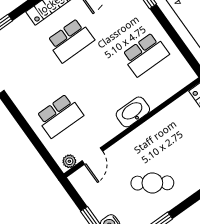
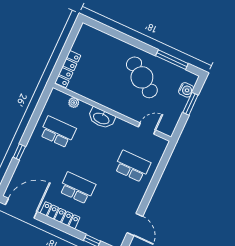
plant: (69, 161) -> (74, 103), moved
cafe table: (152, 183) -> (142, 77), width x1.37, depth x1.35

